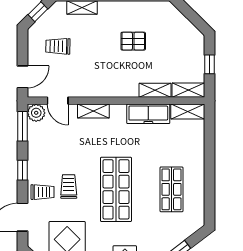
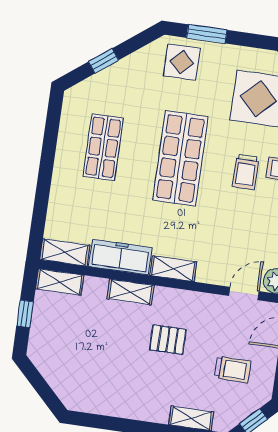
pallet: (133, 41) -> (168, 340), moved
shelving: (155, 90) -> (131, 292), moved
door: (58, 101) -> (244, 294), hinge flipped
shelving: (93, 111) -> (173, 269), moved

